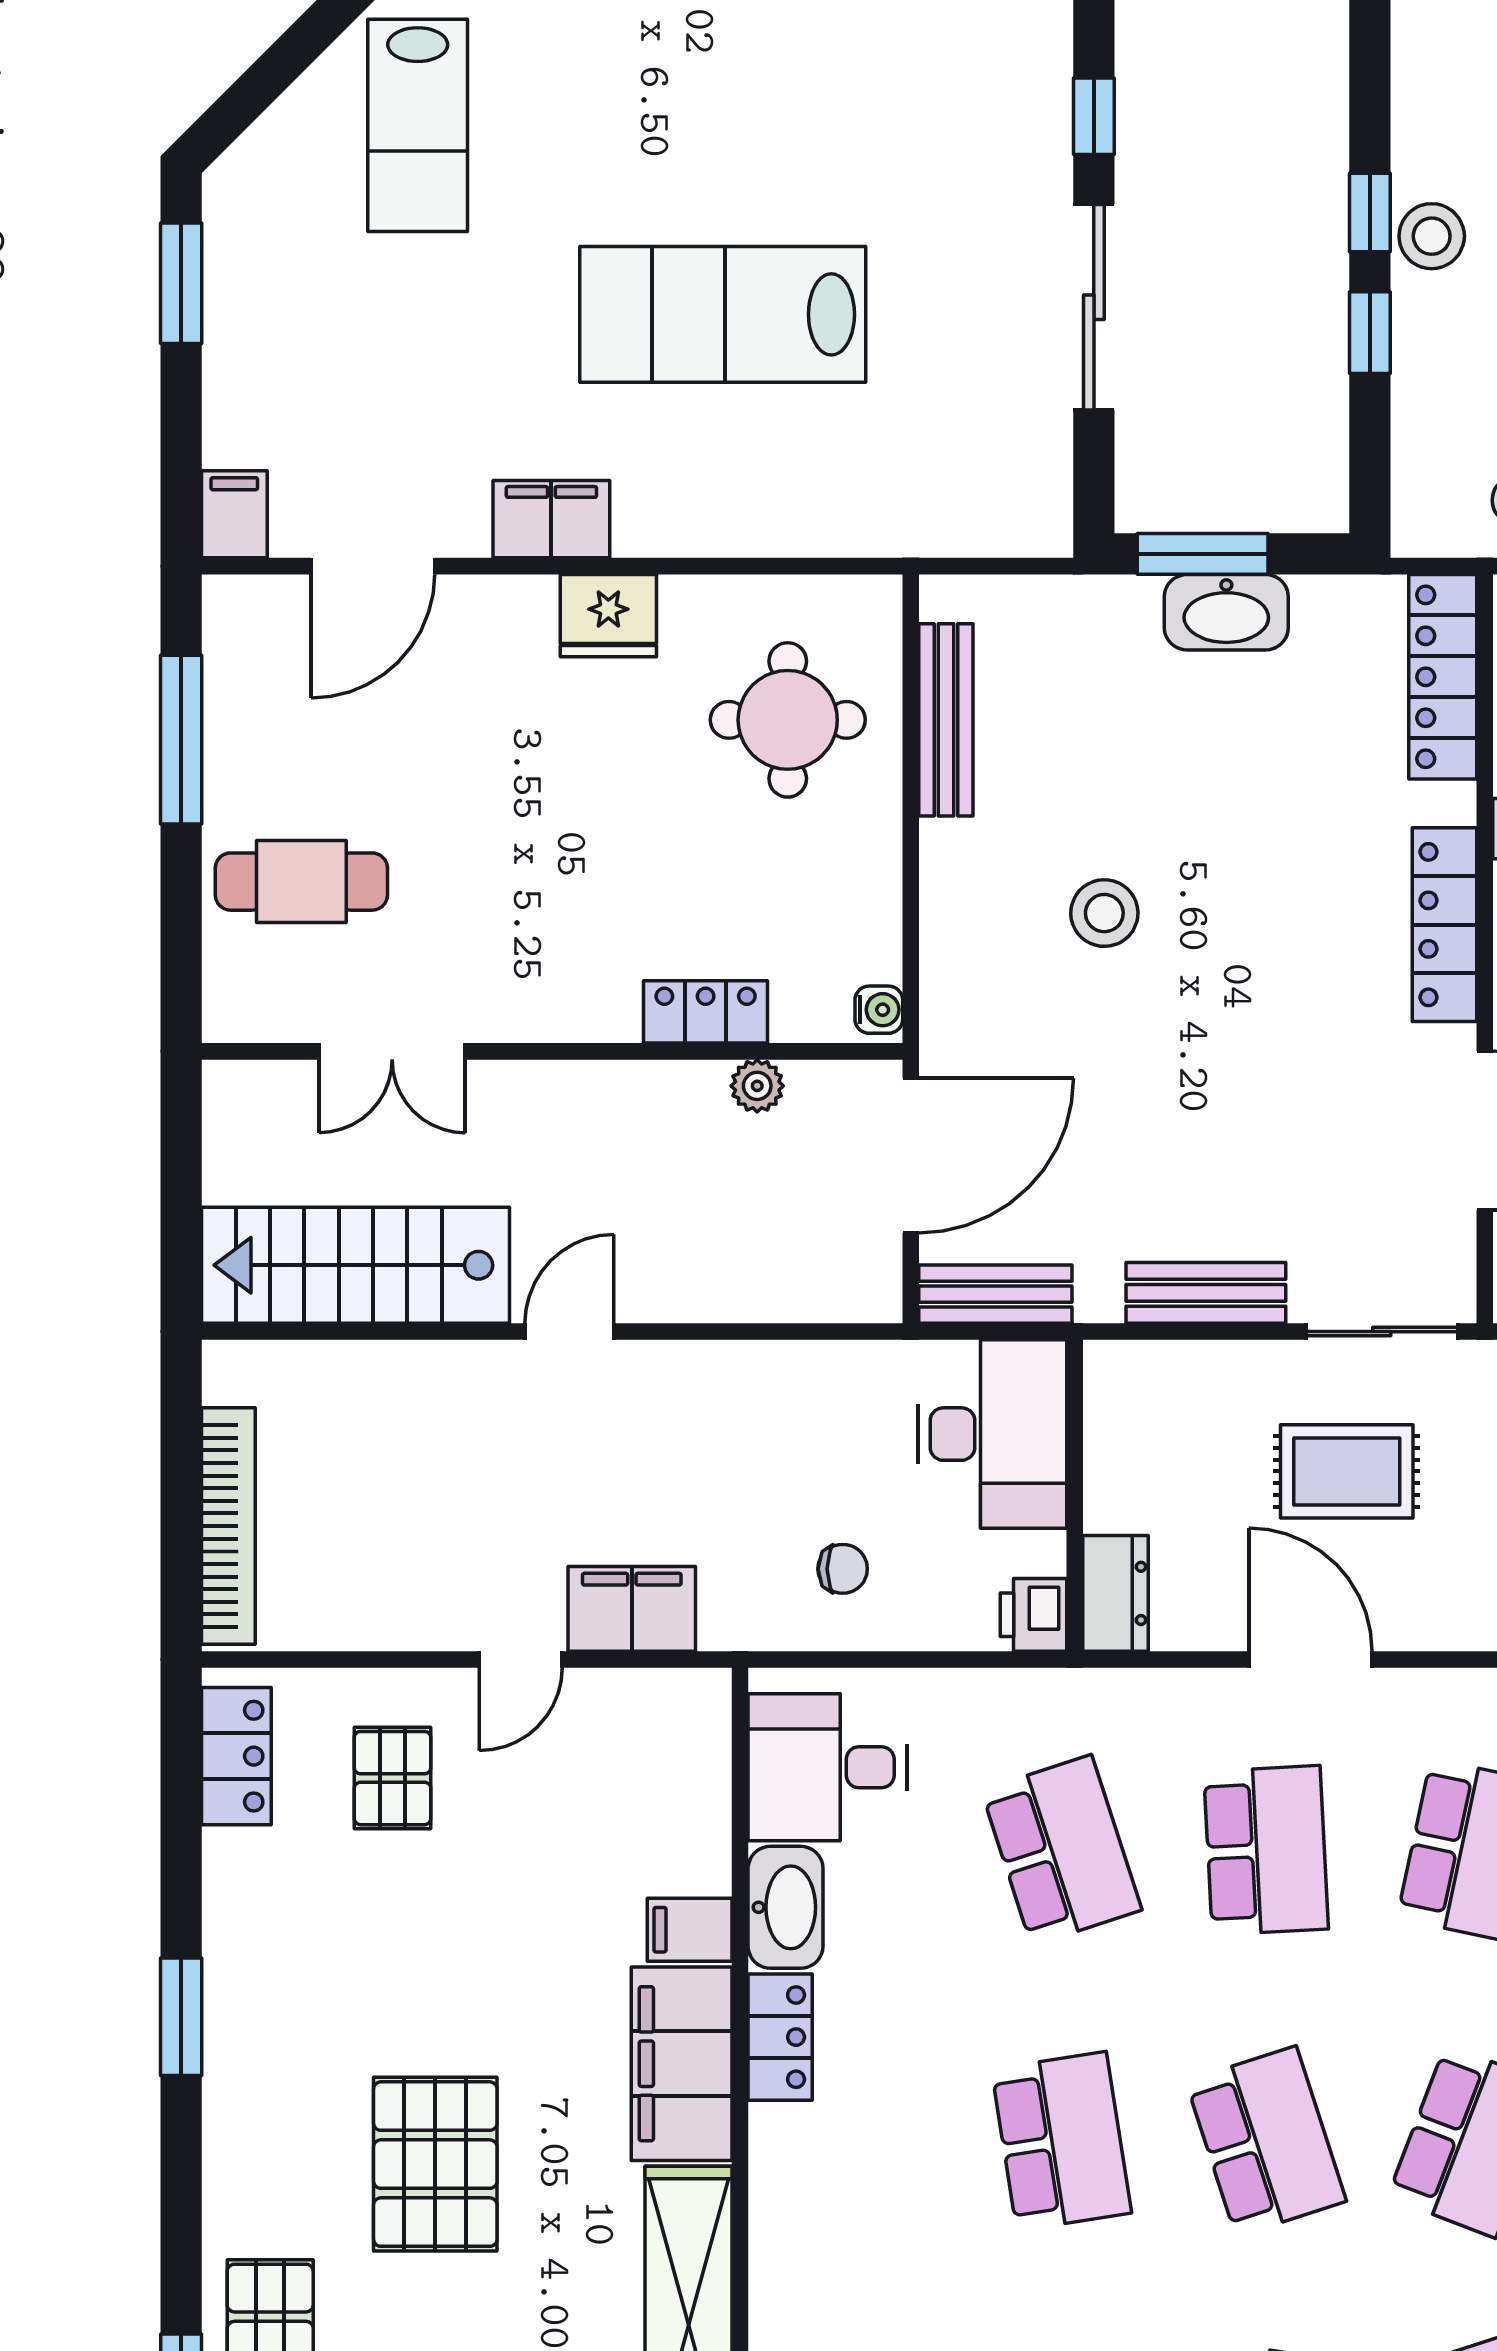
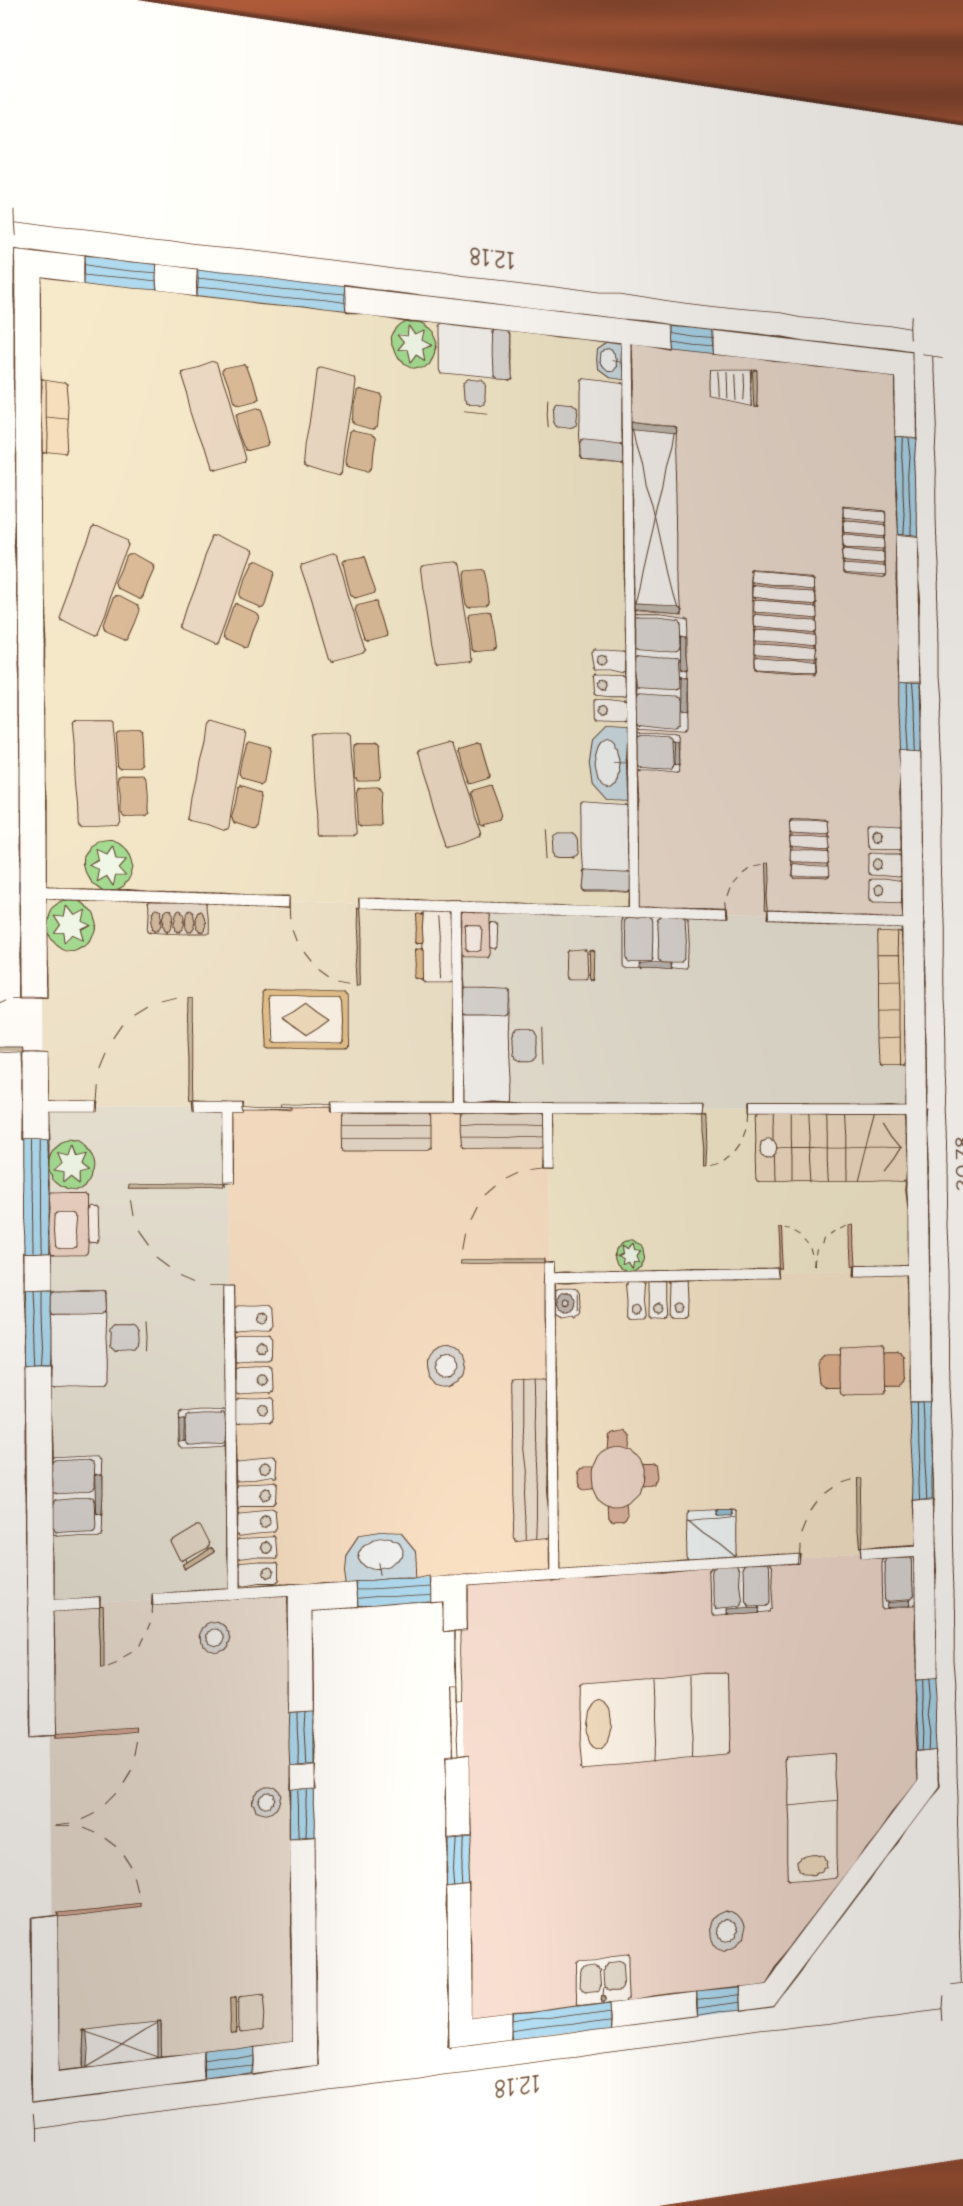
stool: (1432, 236) -> (266, 1802), width x0.73, depth x0.73
sliding door: (1094, 307) -> (456, 1694), moved
bench: (946, 720) -> (530, 1460), width x1.37, depth x1.21
filing cabinet: (632, 1609) -> (656, 943), moved

